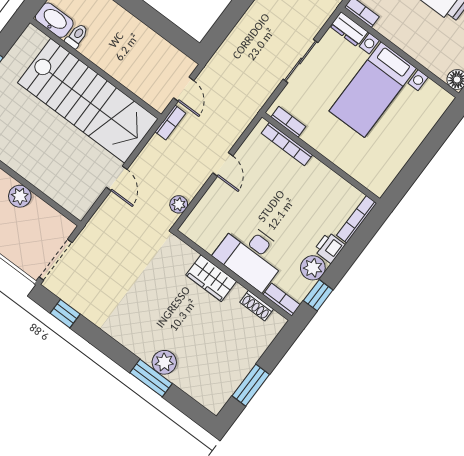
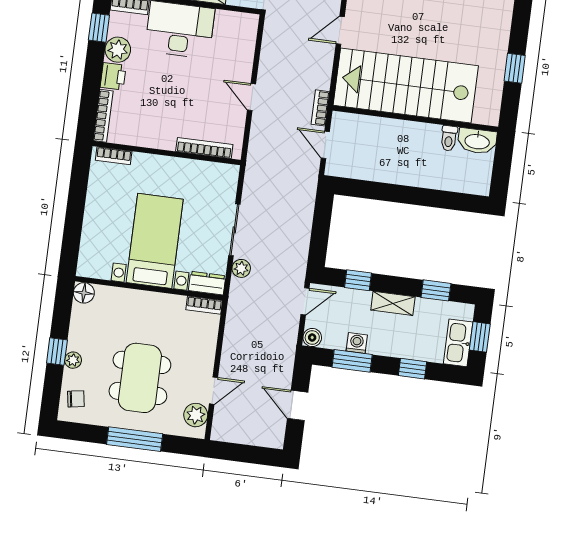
bookcase: (288, 122) -> (114, 156), moved
door: (117, 178) -> (340, 30), hinge flipped
plant: (179, 204) -> (241, 268), moved

